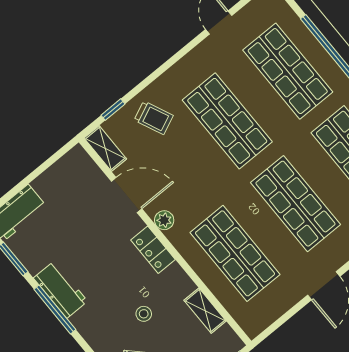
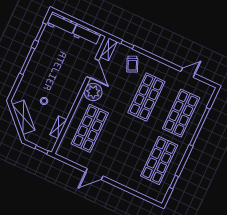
shop shelf: (295, 204) -> (124, 144), removed
plant: (164, 220) -> (93, 92), width x1.88, depth x1.88
locker: (153, 250) -> (74, 92), removed
workbench: (61, 290) -> (86, 35), moved, turned 90

